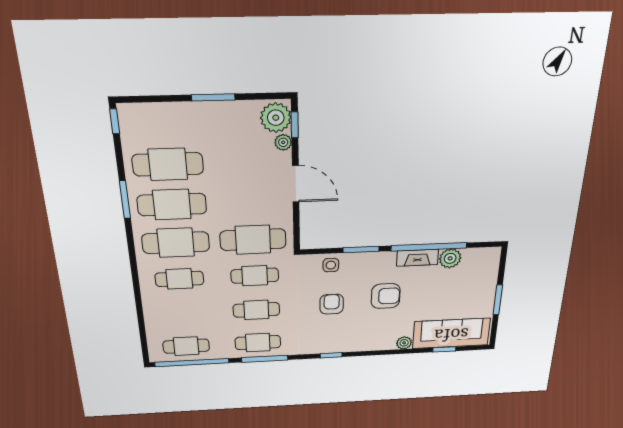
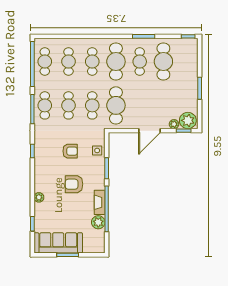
cafe table: (172, 205) -> (140, 62), width x0.73, depth x0.74
armchair: (386, 296) -> (74, 184), turned 90
cafe table: (183, 313) -> (68, 62), added
sofa: (451, 333) -> (58, 243), moved, turned -90

